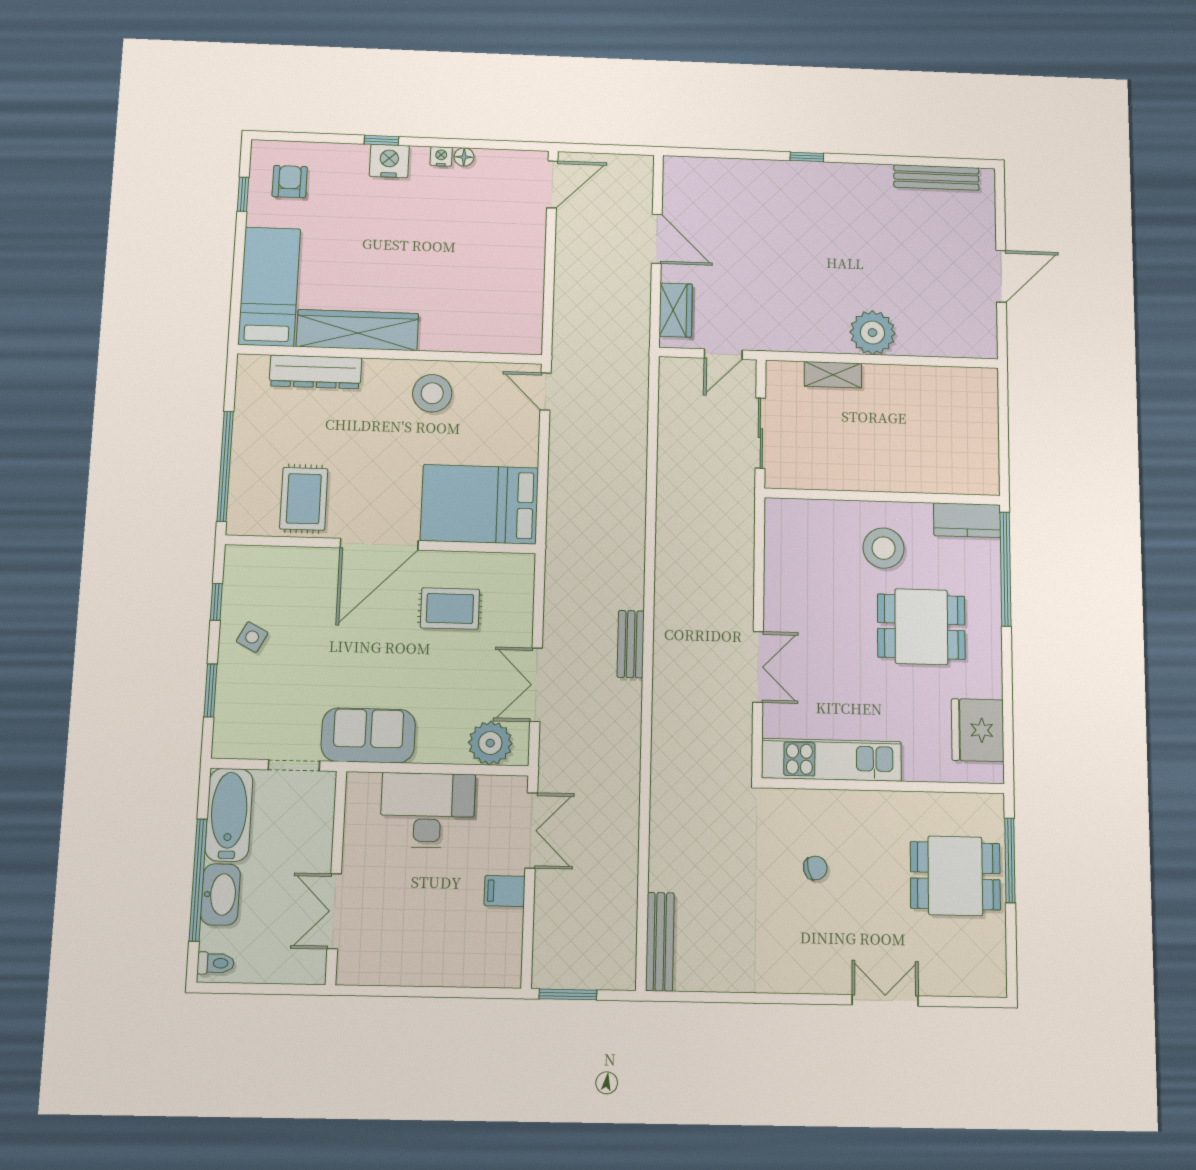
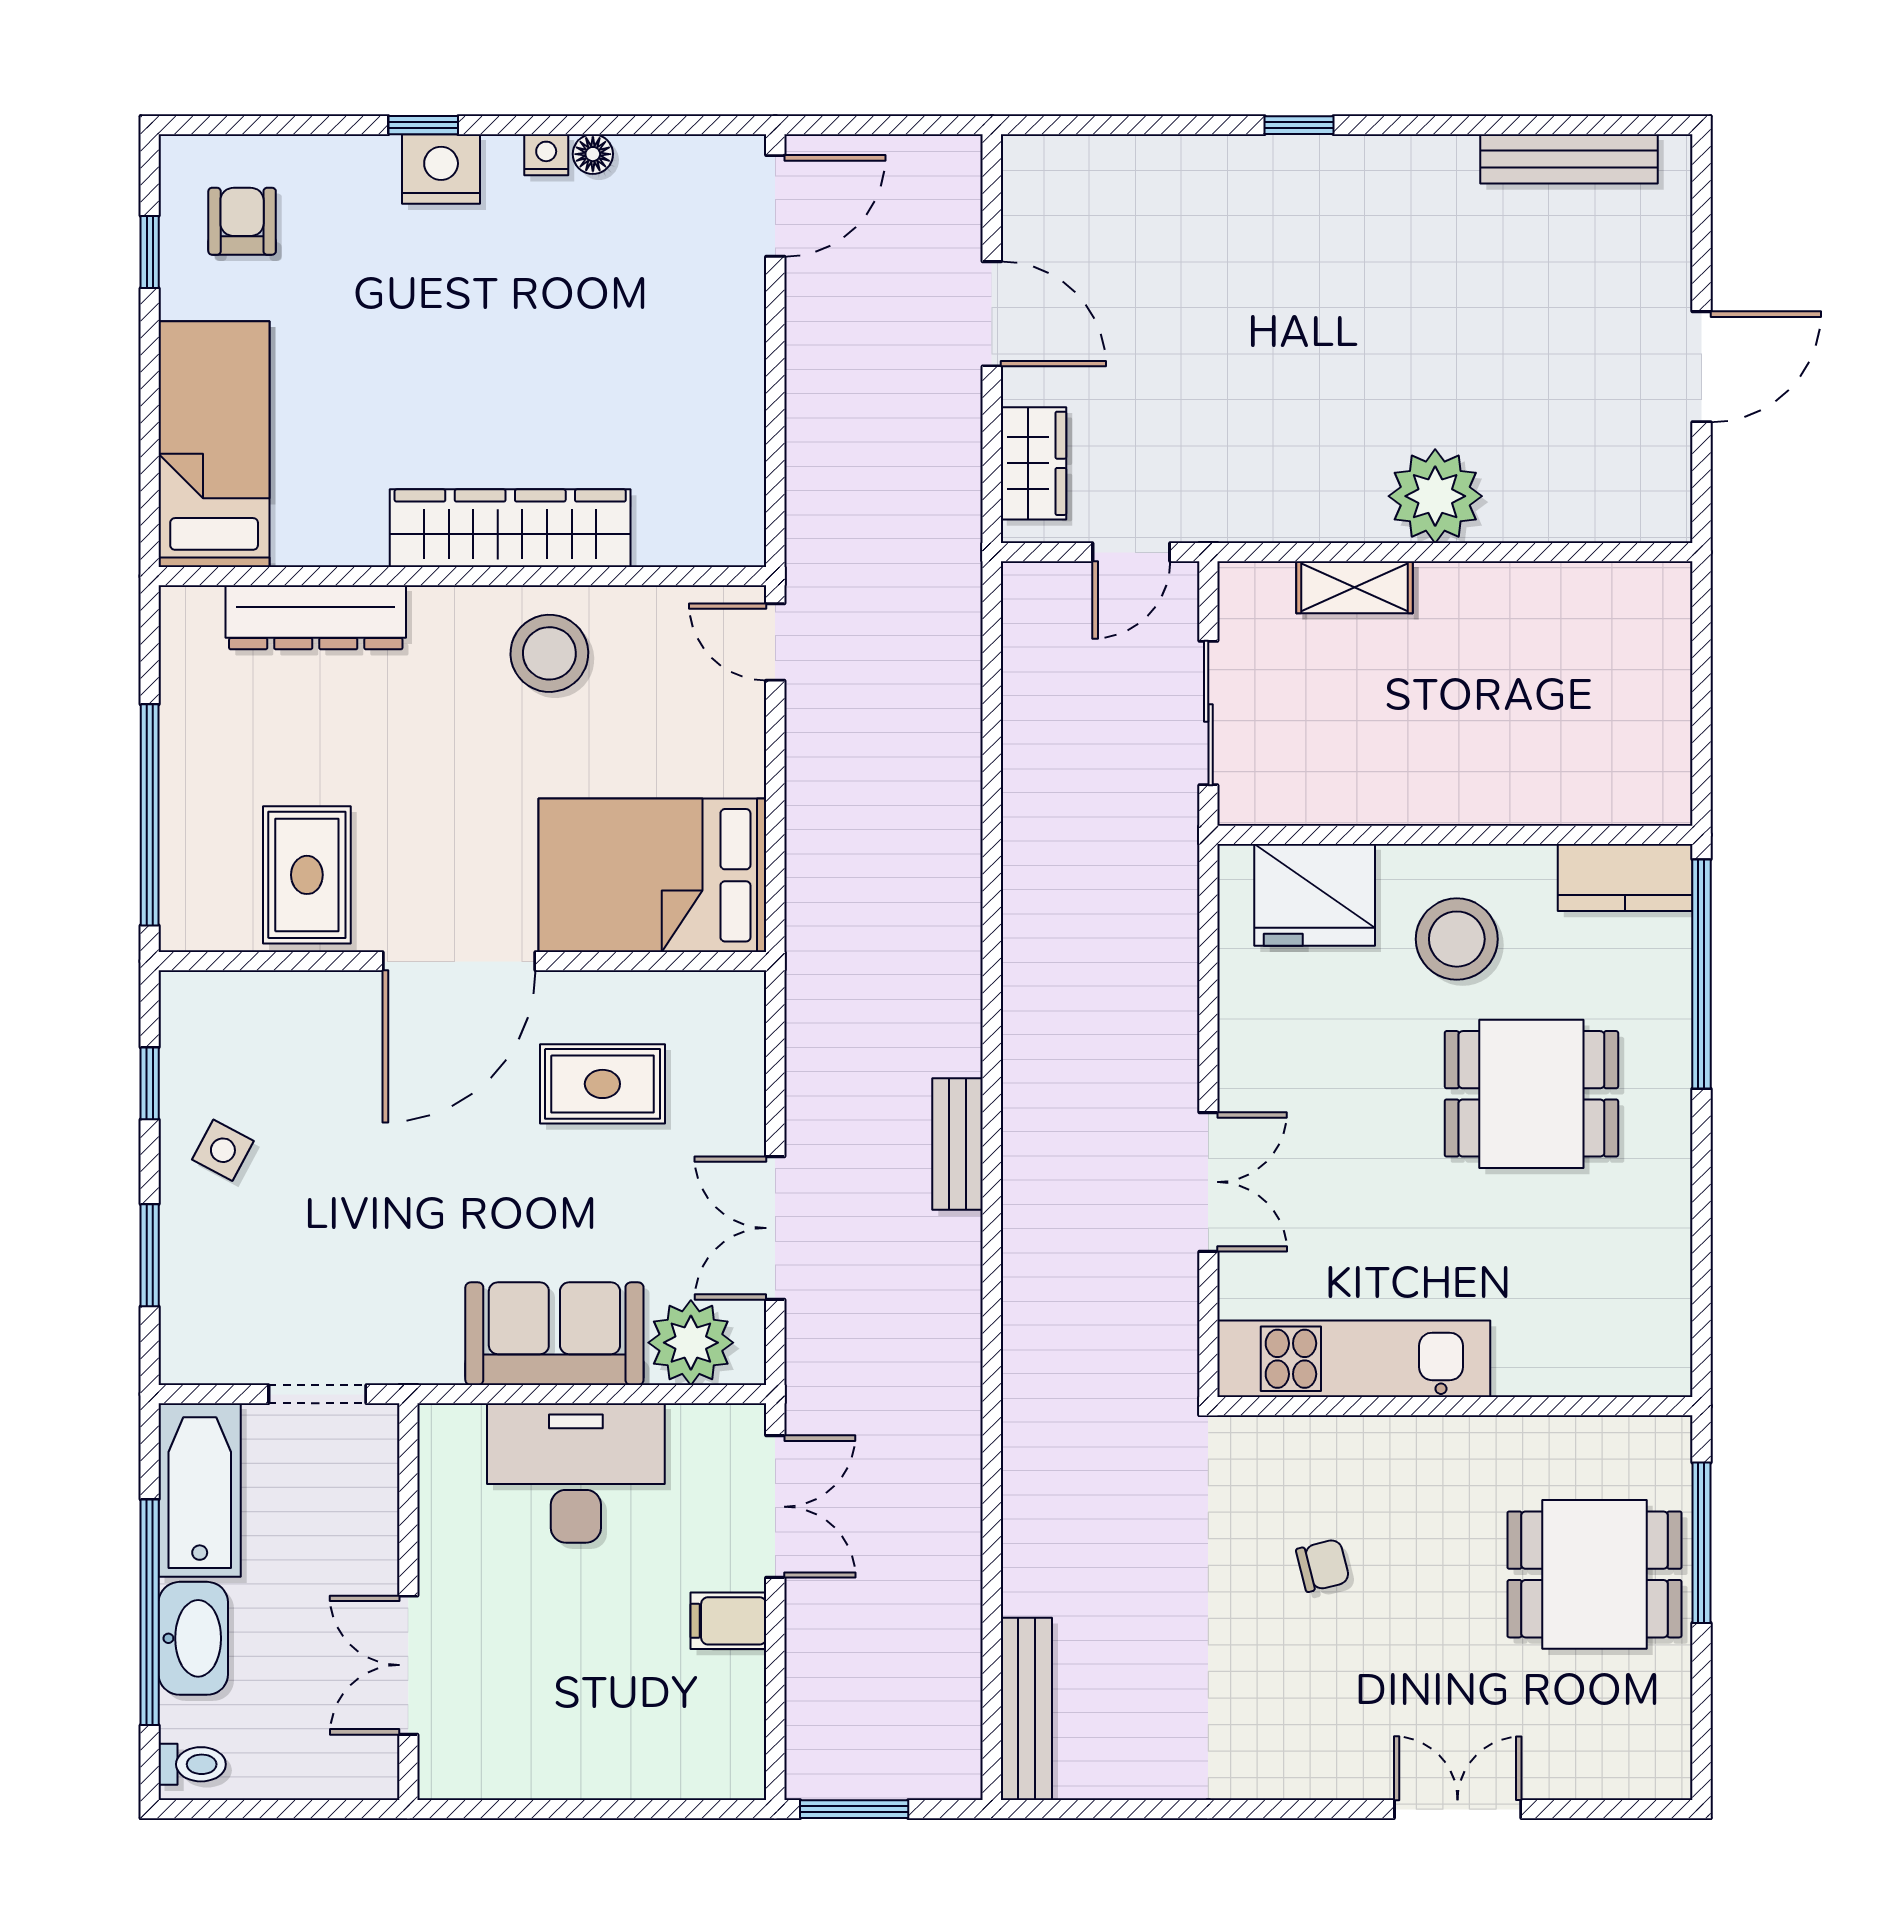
wardrobe: (357, 330) -> (510, 528), moved
fridge: (978, 730) -> (1315, 895), moved, turned -90
sofa: (368, 735) -> (554, 1334), moved

